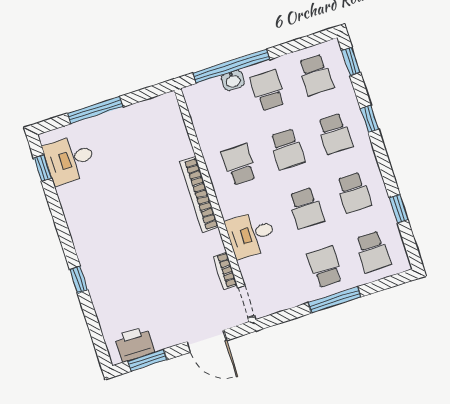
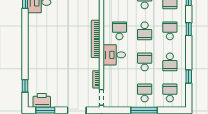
school desk: (335, 134) -> (170, 31), turned 180
school desk: (306, 208) -> (145, 62), turned 180
desk: (251, 234) -> (114, 55), moved
school desk: (373, 252) -> (170, 93), turned 180
window: (79, 280) -> (25, 86), moved

